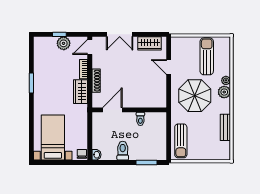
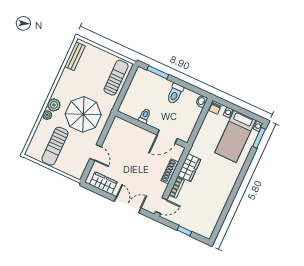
plant: (64, 43) -> (184, 221), removed
window: (31, 83) -> (259, 138), moved
bench: (225, 127) -> (75, 56), moved

